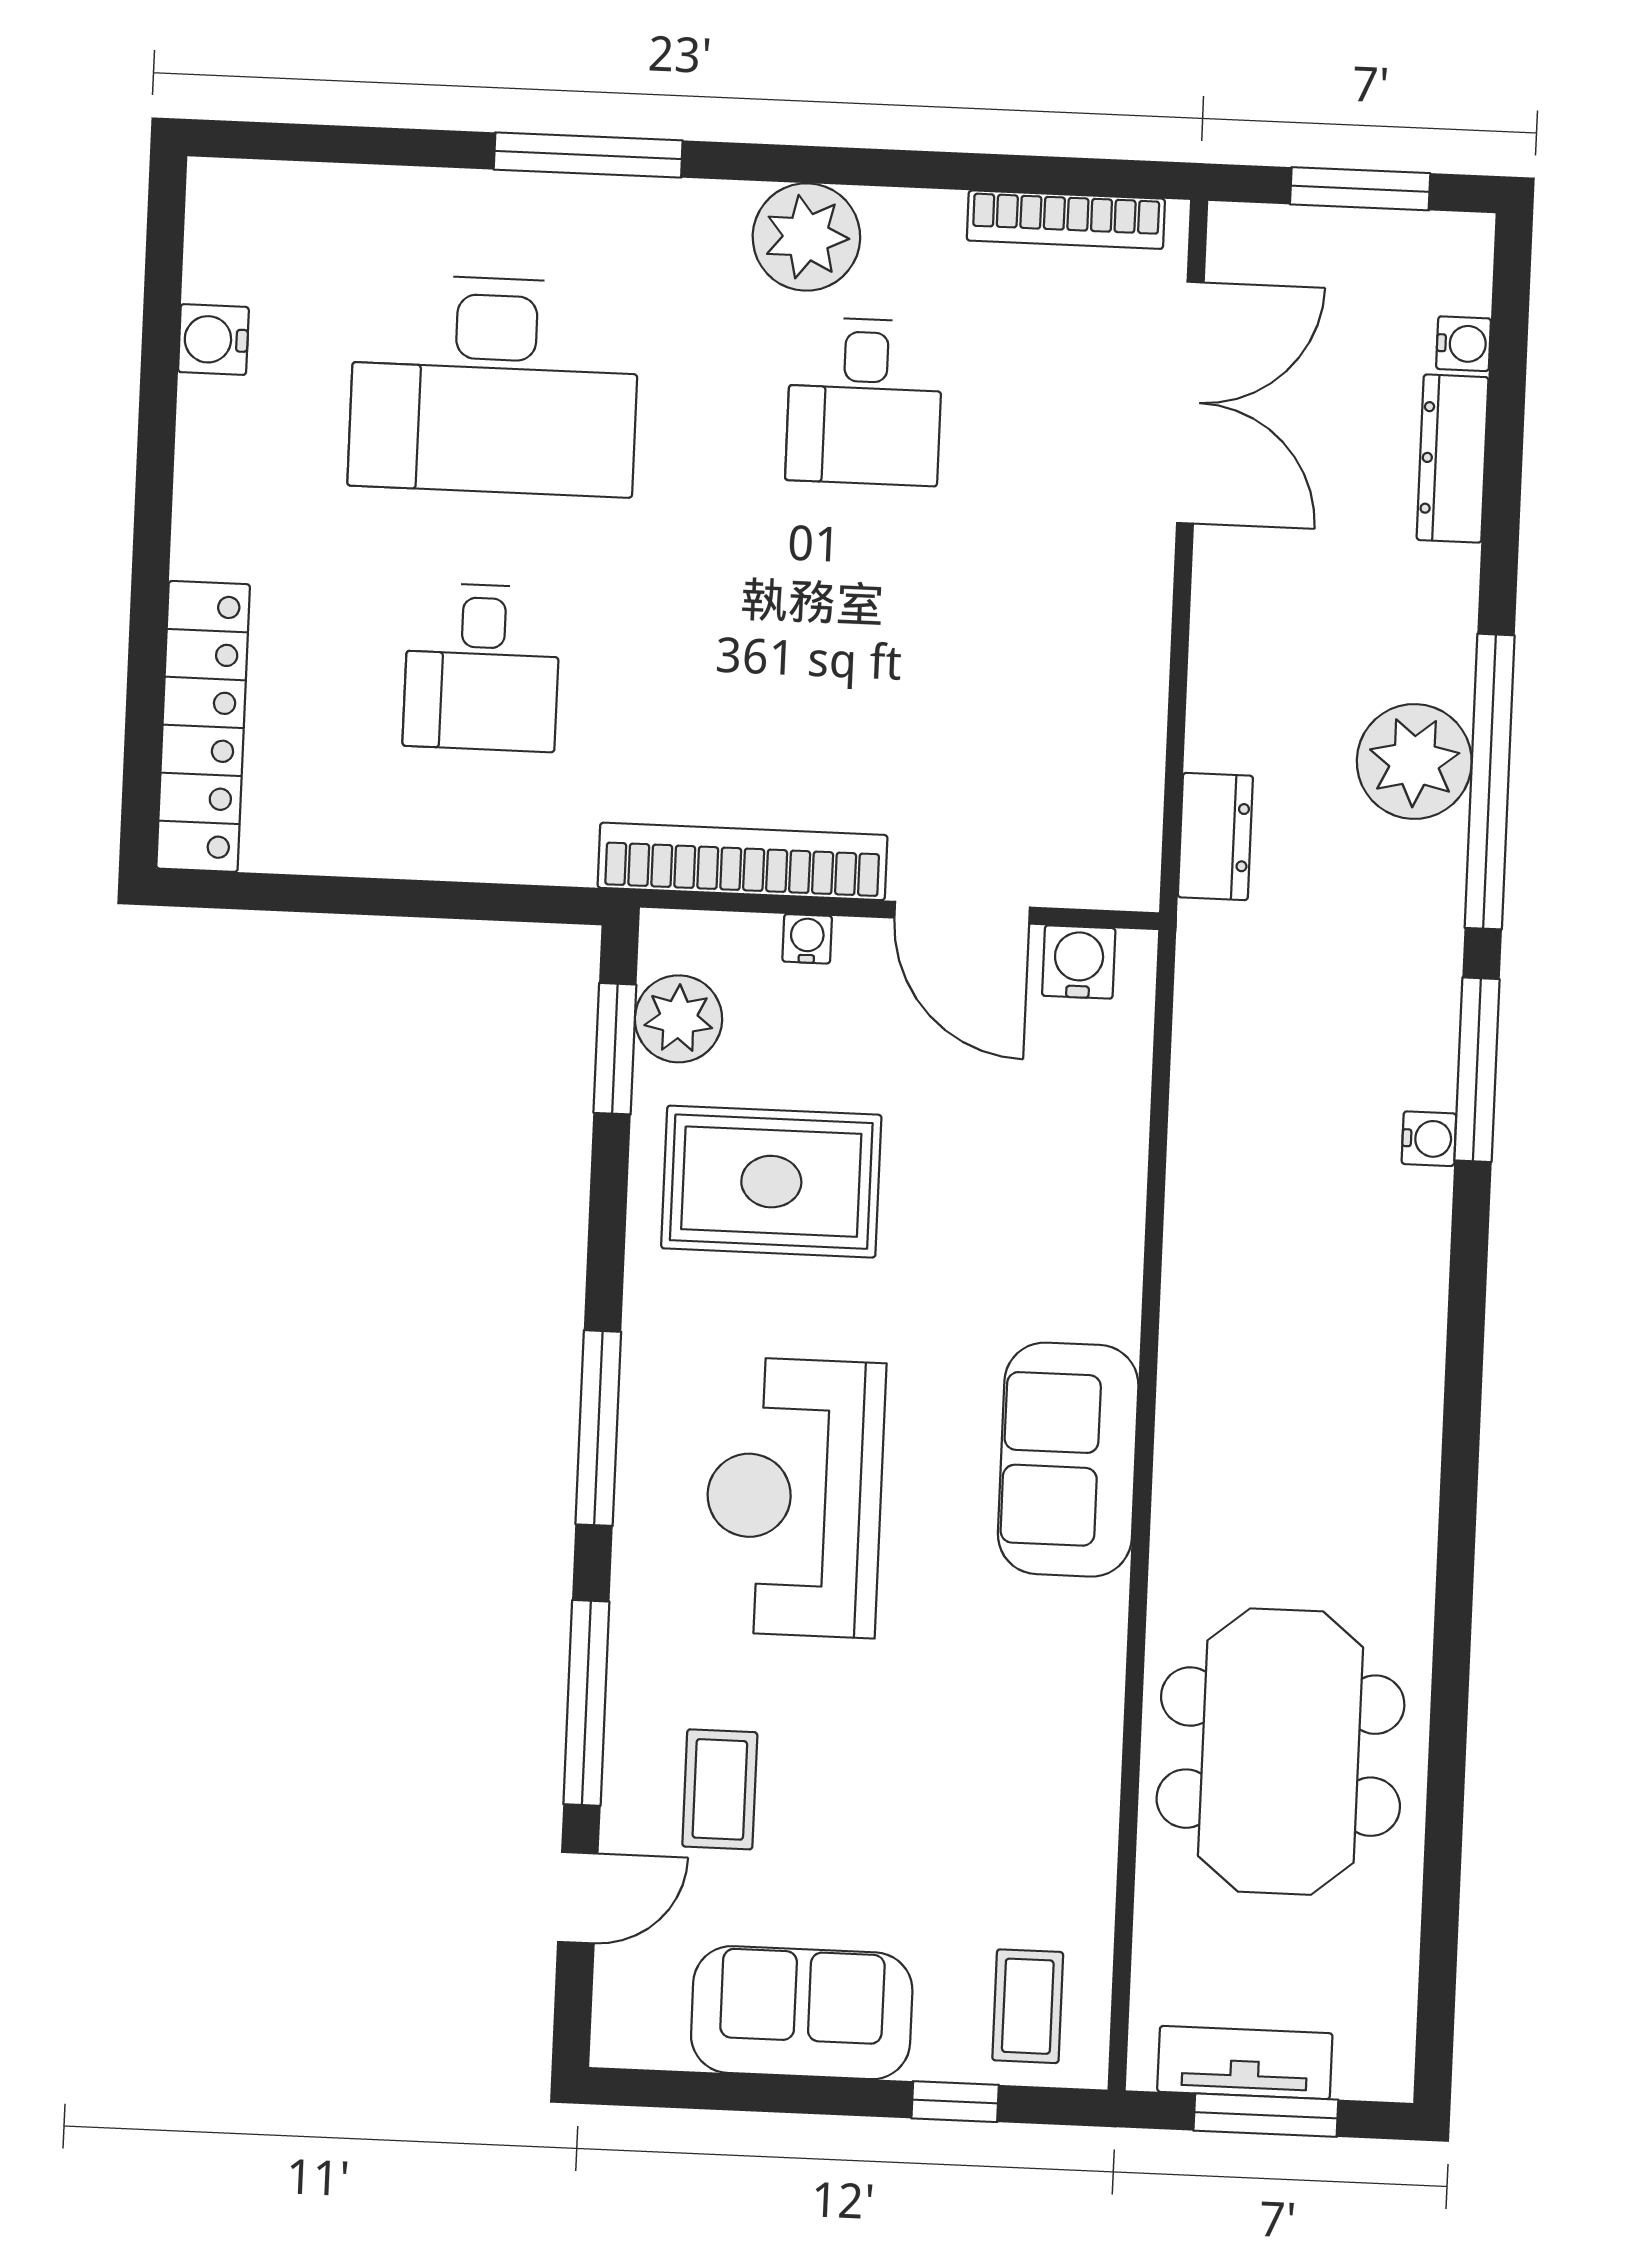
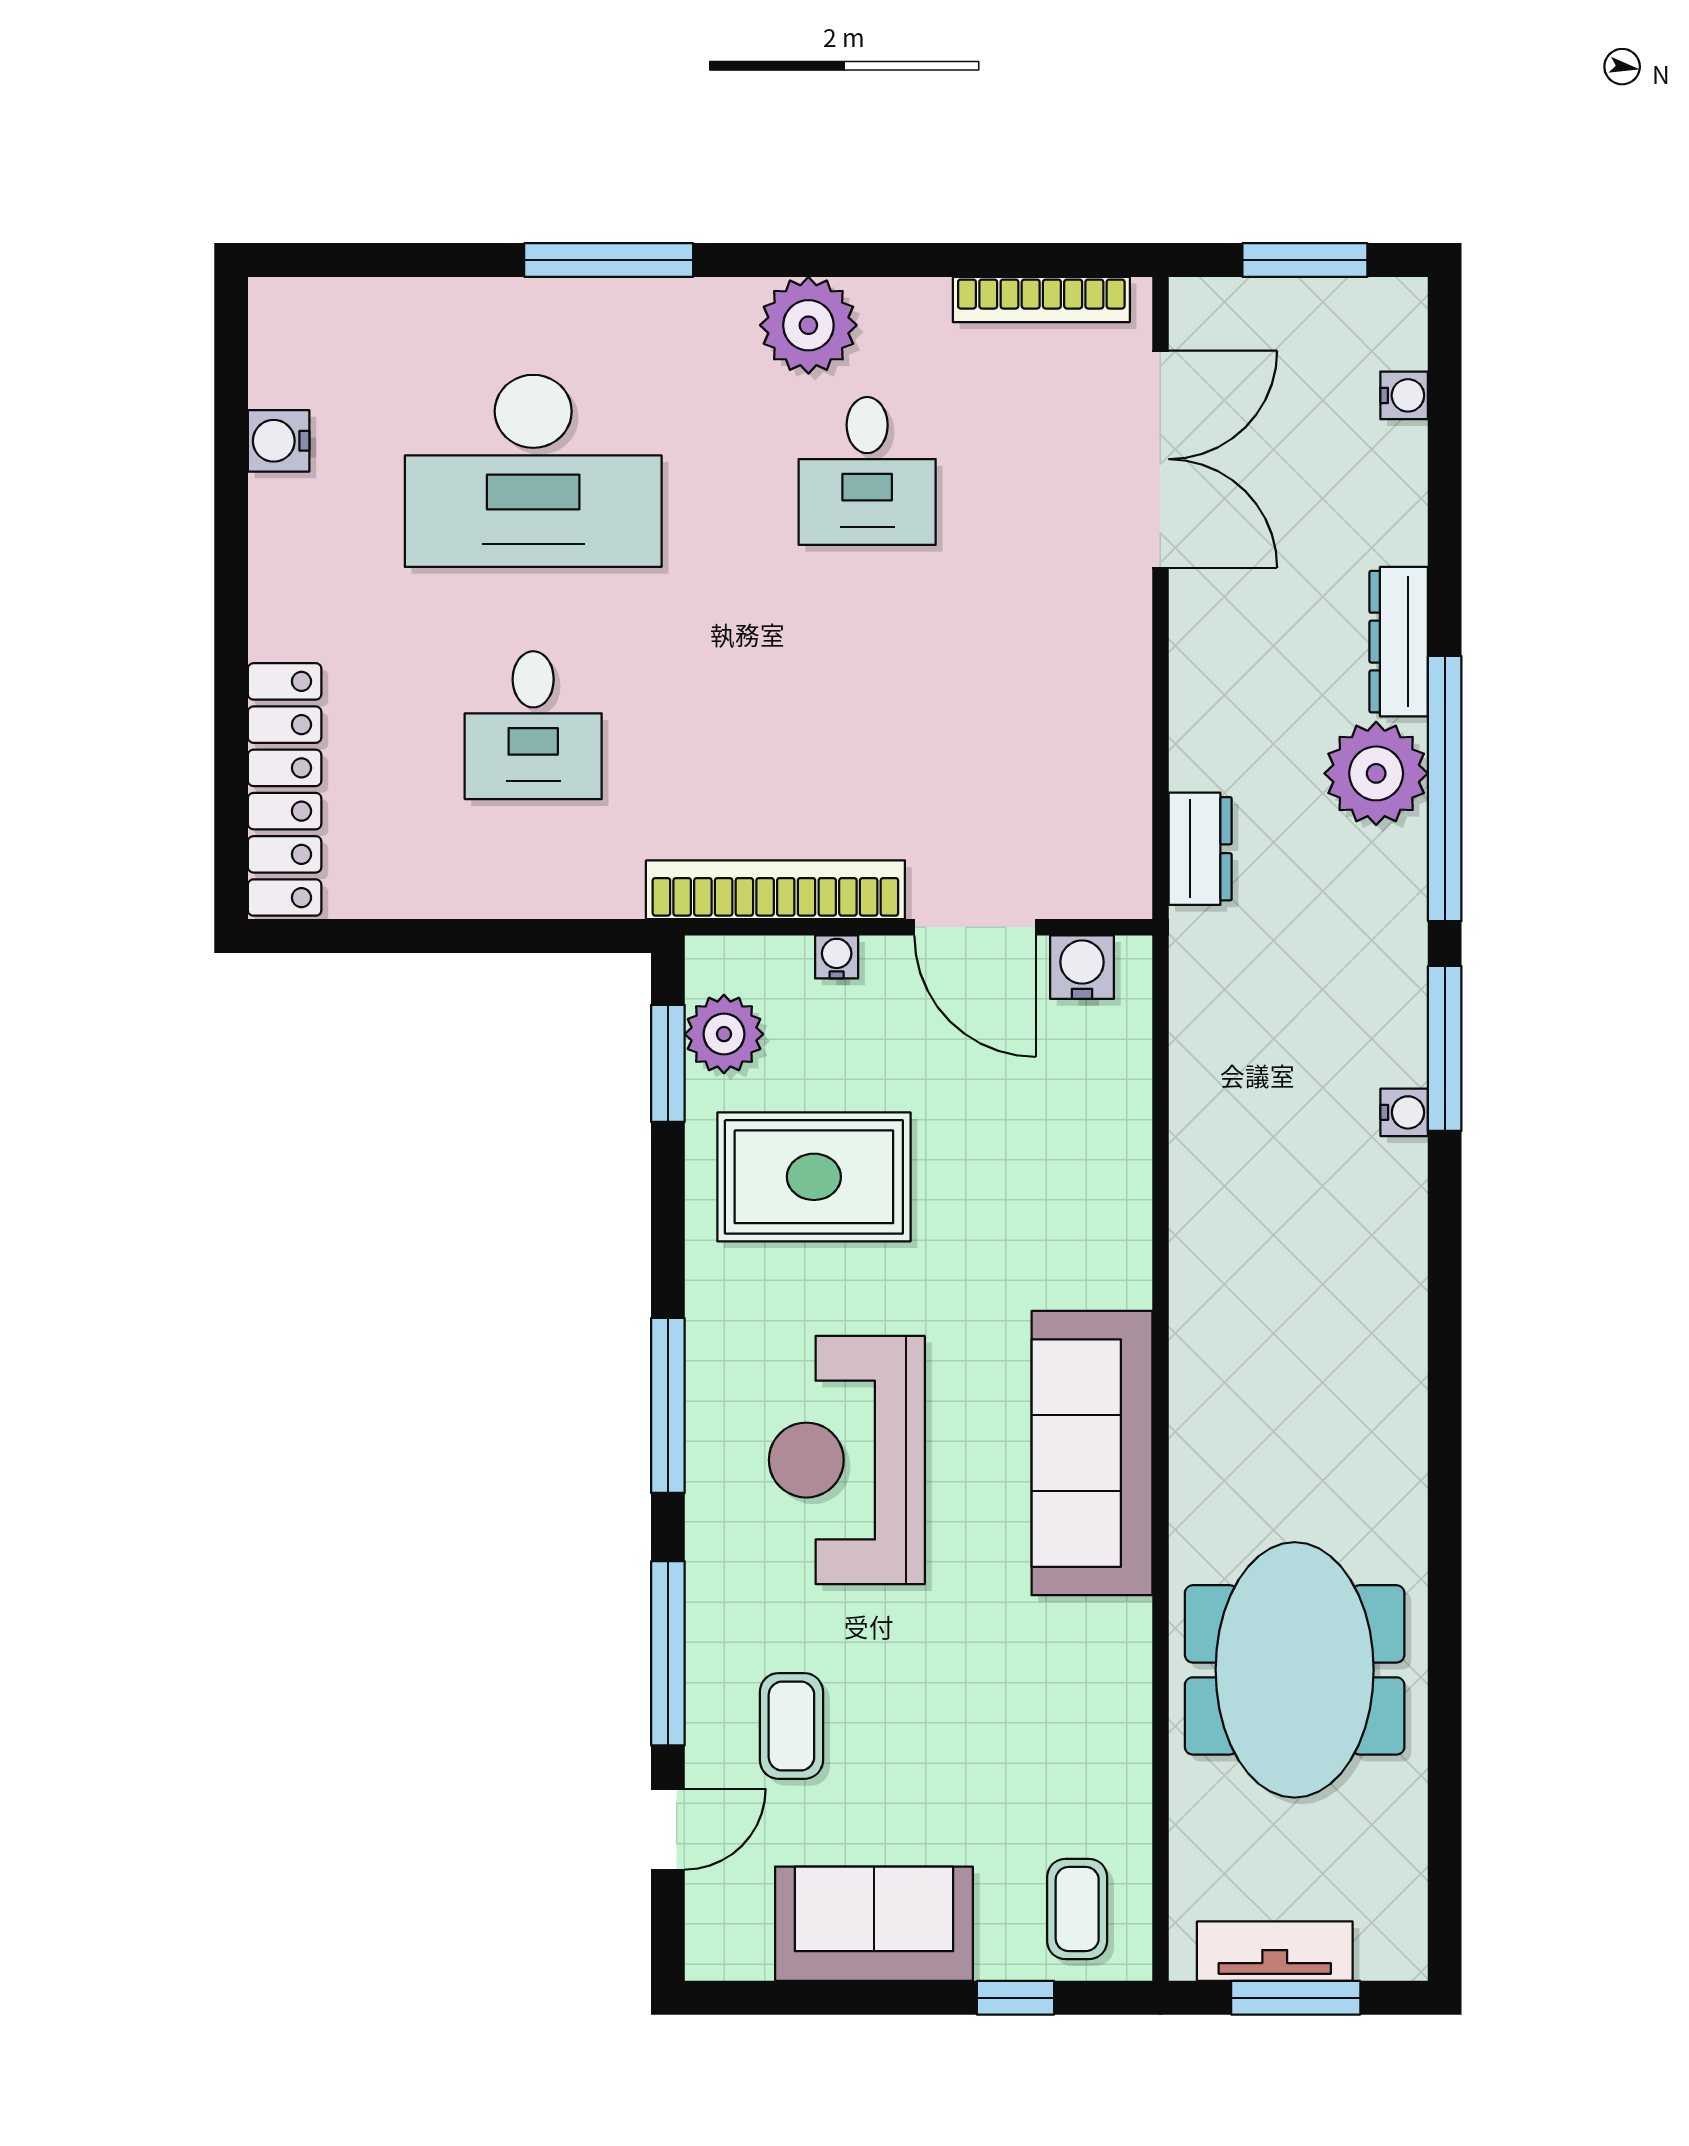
dresser: (1453, 459) -> (1399, 642), moved
sofa: (1068, 1460) -> (1092, 1453), width x1.36

